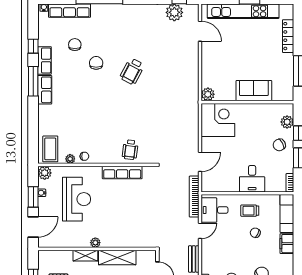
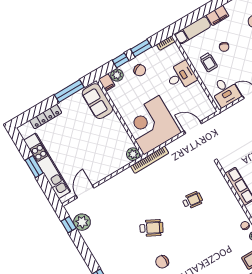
sofa: (254, 91) -> (97, 101), moved
filing cabinet: (286, 109) -> (107, 82), added
corner desk: (218, 120) -> (151, 125), width x1.36, depth x1.36
wheelchair: (130, 150) -> (192, 200), moved
bookcase: (194, 197) -> (150, 160), moved

